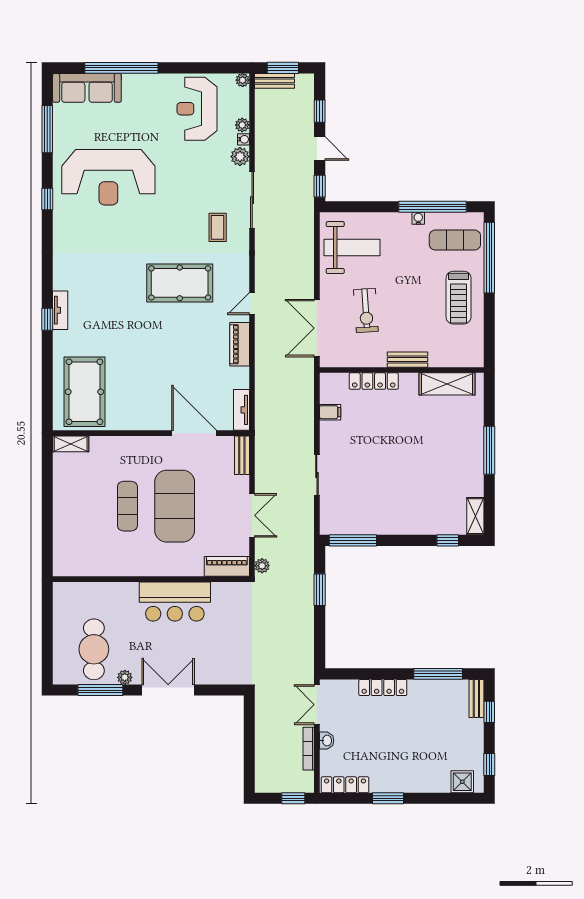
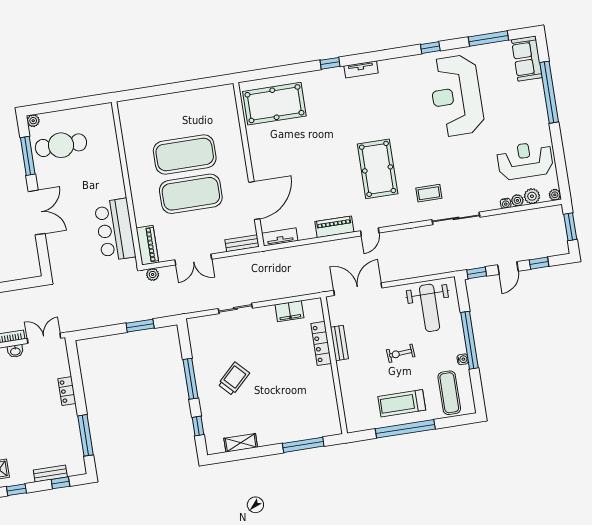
bench: (275, 81) -> (558, 222), removed
sofa: (87, 88) -> (527, 59), width x0.73
plant: (240, 157) -> (532, 196), moved
window: (432, 207) -> (469, 340), moved
window: (489, 258) -> (405, 429), moved
door: (252, 304) -> (370, 232), swing flipped
tv unit: (60, 310) -> (361, 69), moved
exercise bike: (366, 310) -> (401, 353), moved, width x0.73, depth x0.72
bench: (408, 360) -> (339, 343), moved
shelving: (447, 384) -> (328, 405), removed
filing cabinet: (330, 412) -> (289, 311), width x2.00
shelving: (71, 444) -> (229, 99), removed
window: (489, 450) -> (303, 445), moved
trolley: (399, 490) -> (234, 379), added
exercise mat: (127, 506) -> (185, 154), width x2.00, depth x1.45
shelving: (475, 516) -> (241, 443), moved
window: (353, 540) -> (191, 379), moved
bar counter: (175, 602) -> (115, 230), moved
plant: (125, 677) -> (33, 121), moved
locker: (383, 687) -> (67, 391), width x0.66
bench: (476, 698) -> (50, 474), moved

